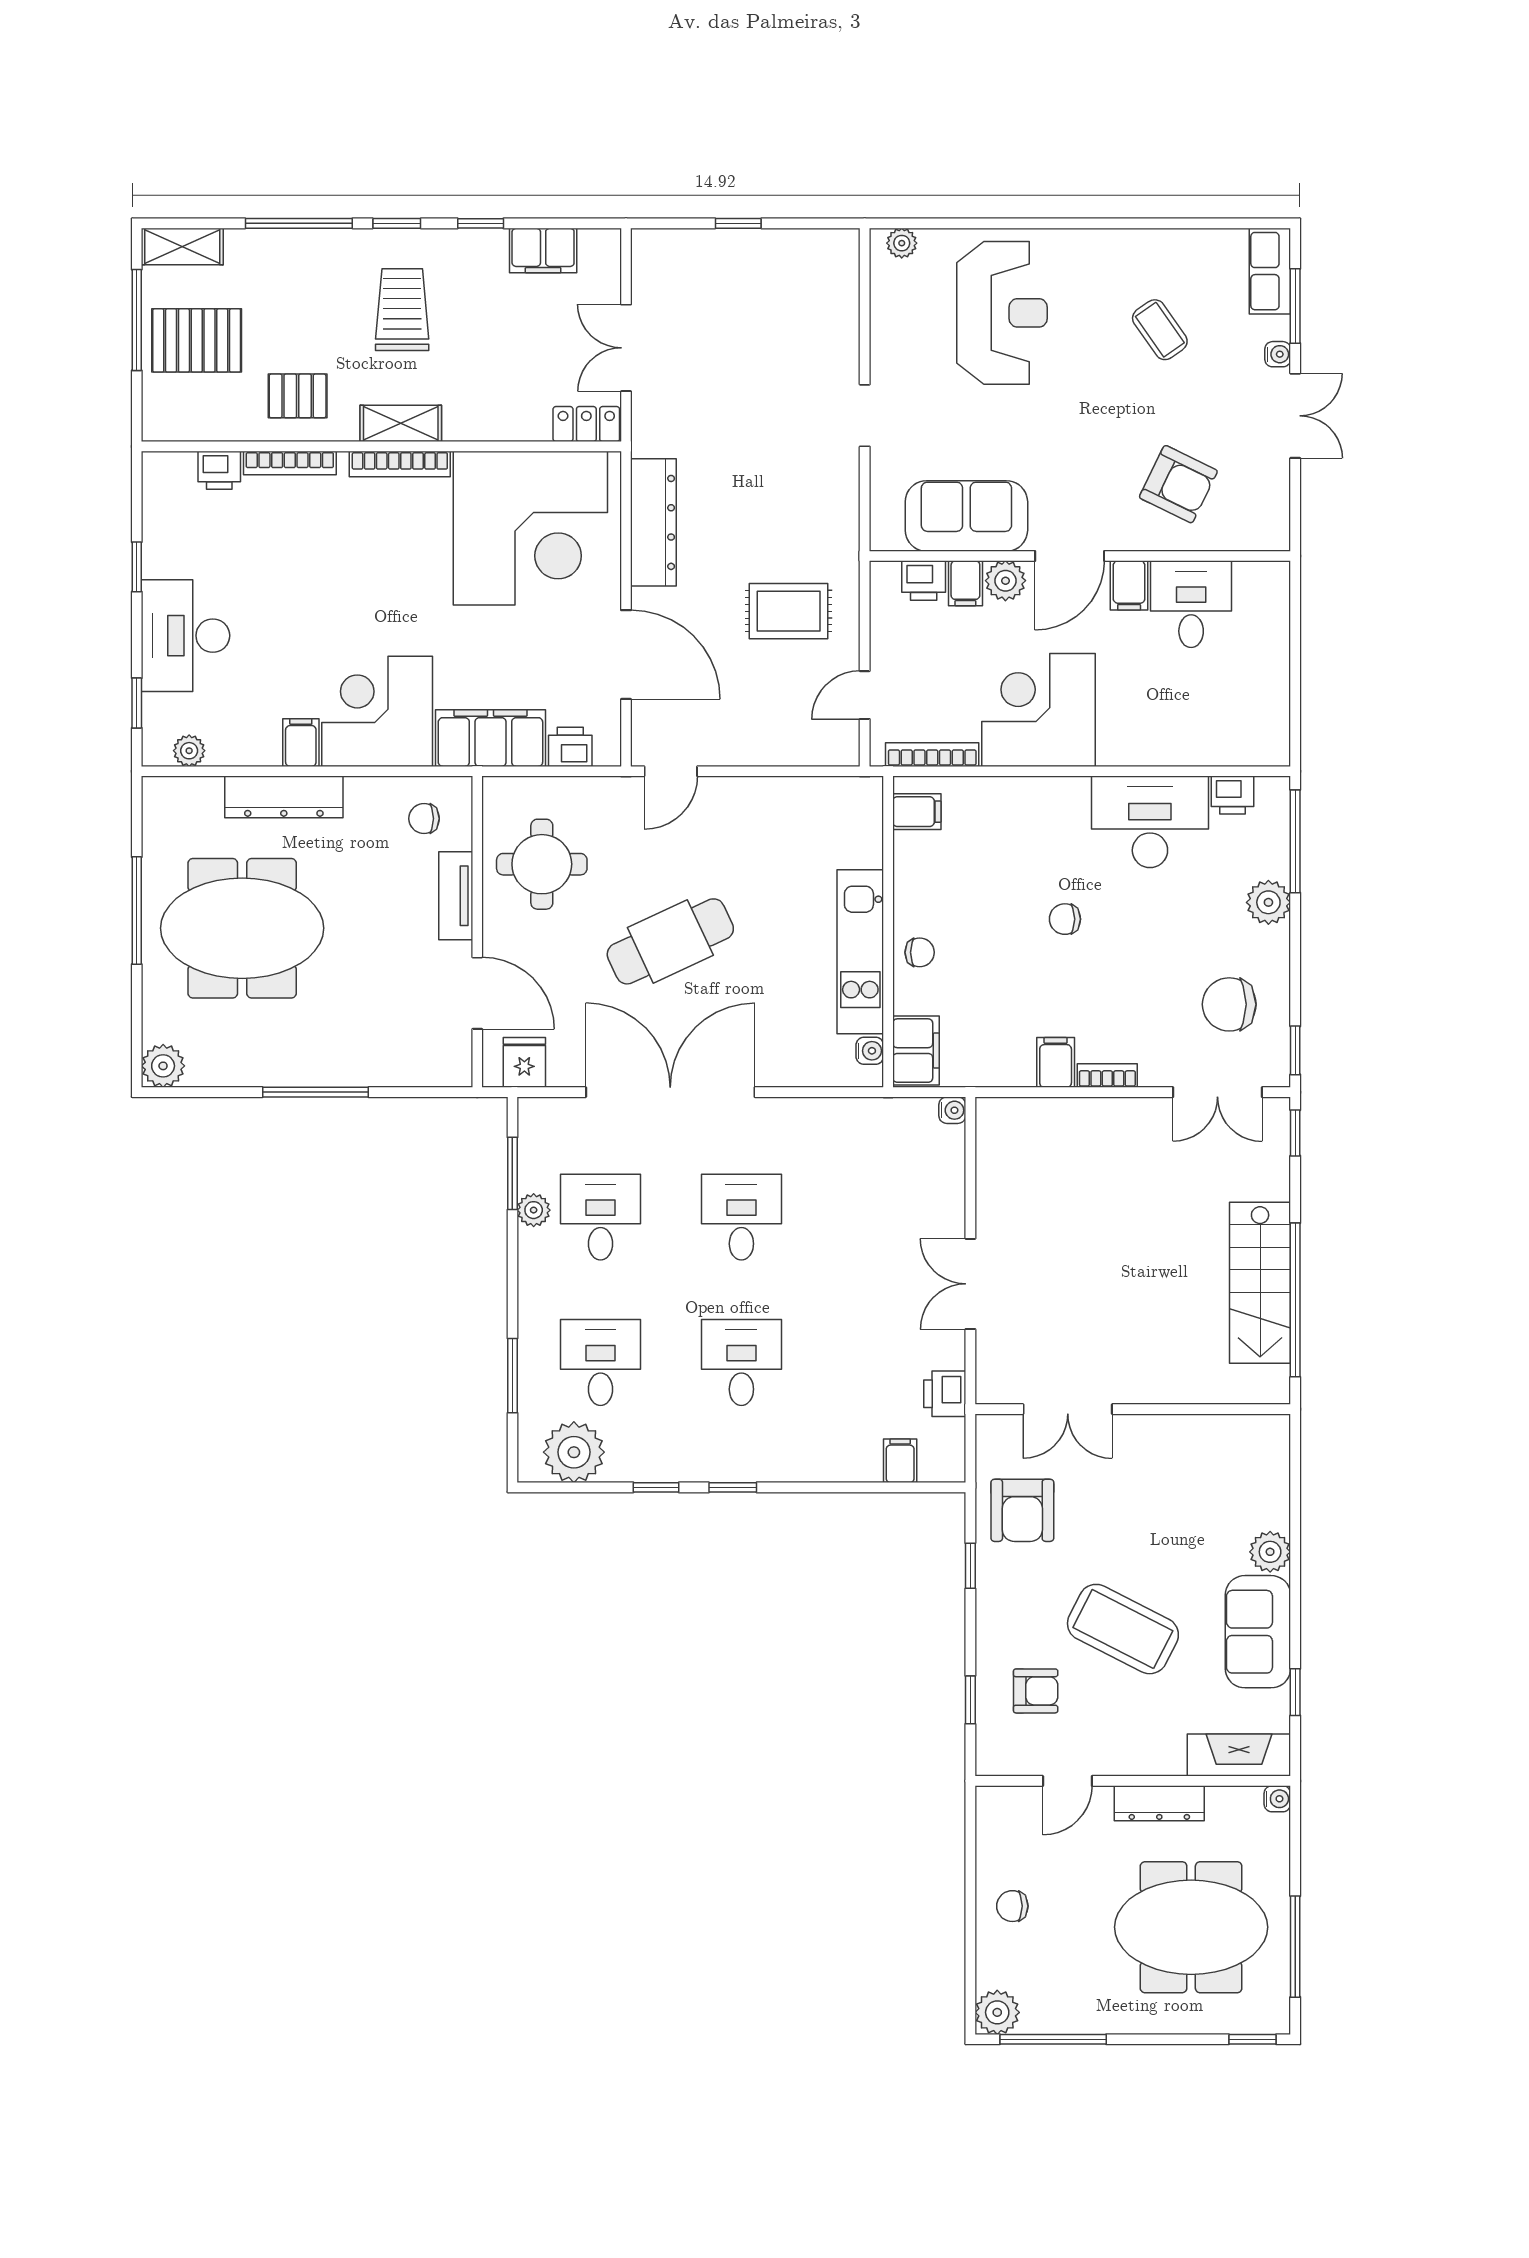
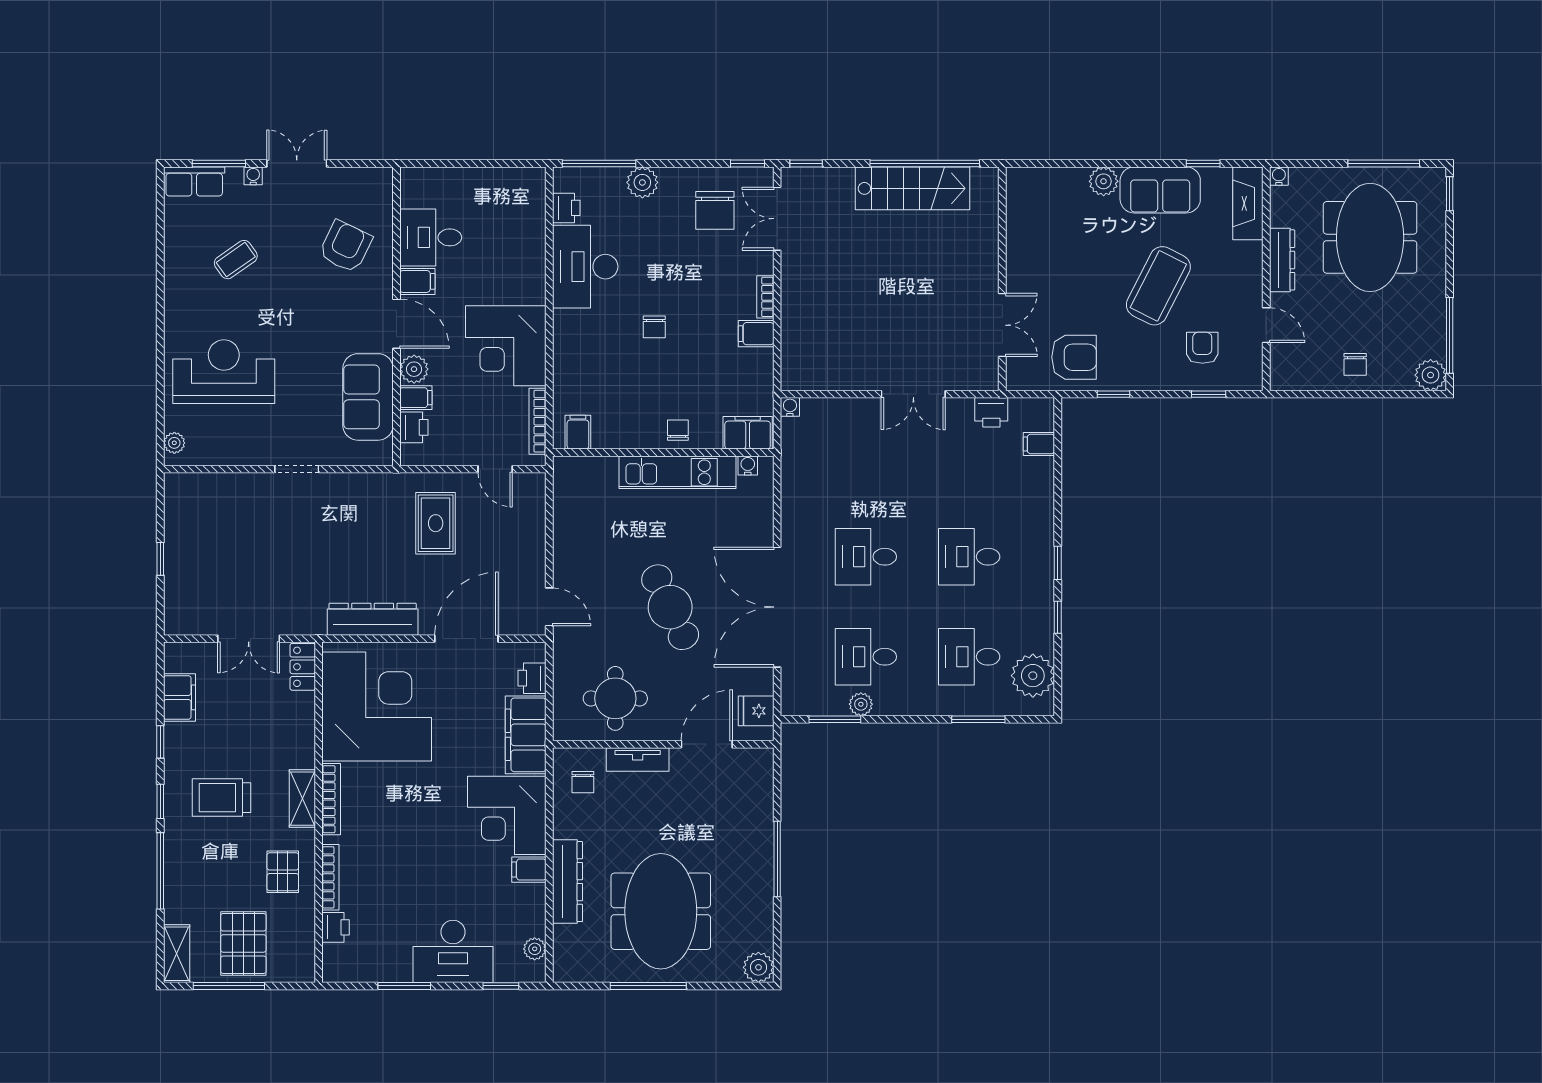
window: (137, 567) -> (404, 986), width x1.50
double door: (1217, 1092) -> (777, 219), swing flipped

